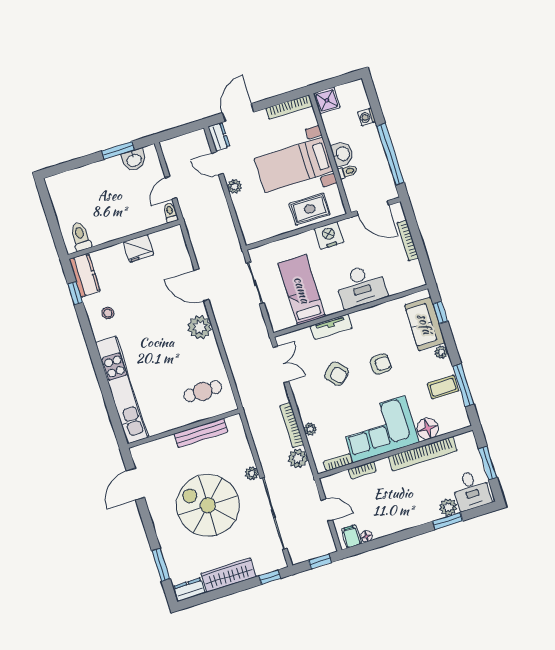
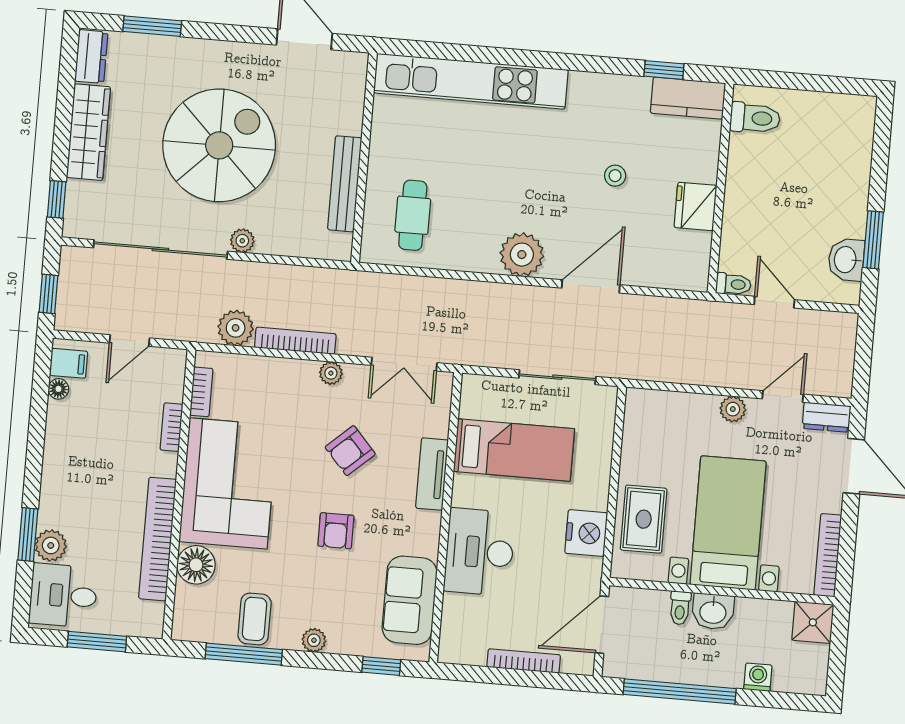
stool: (108, 313) -> (615, 176), moved
sofa: (425, 324) -> (410, 600), moved, turned -90
plant: (310, 429) -> (331, 373), moved

